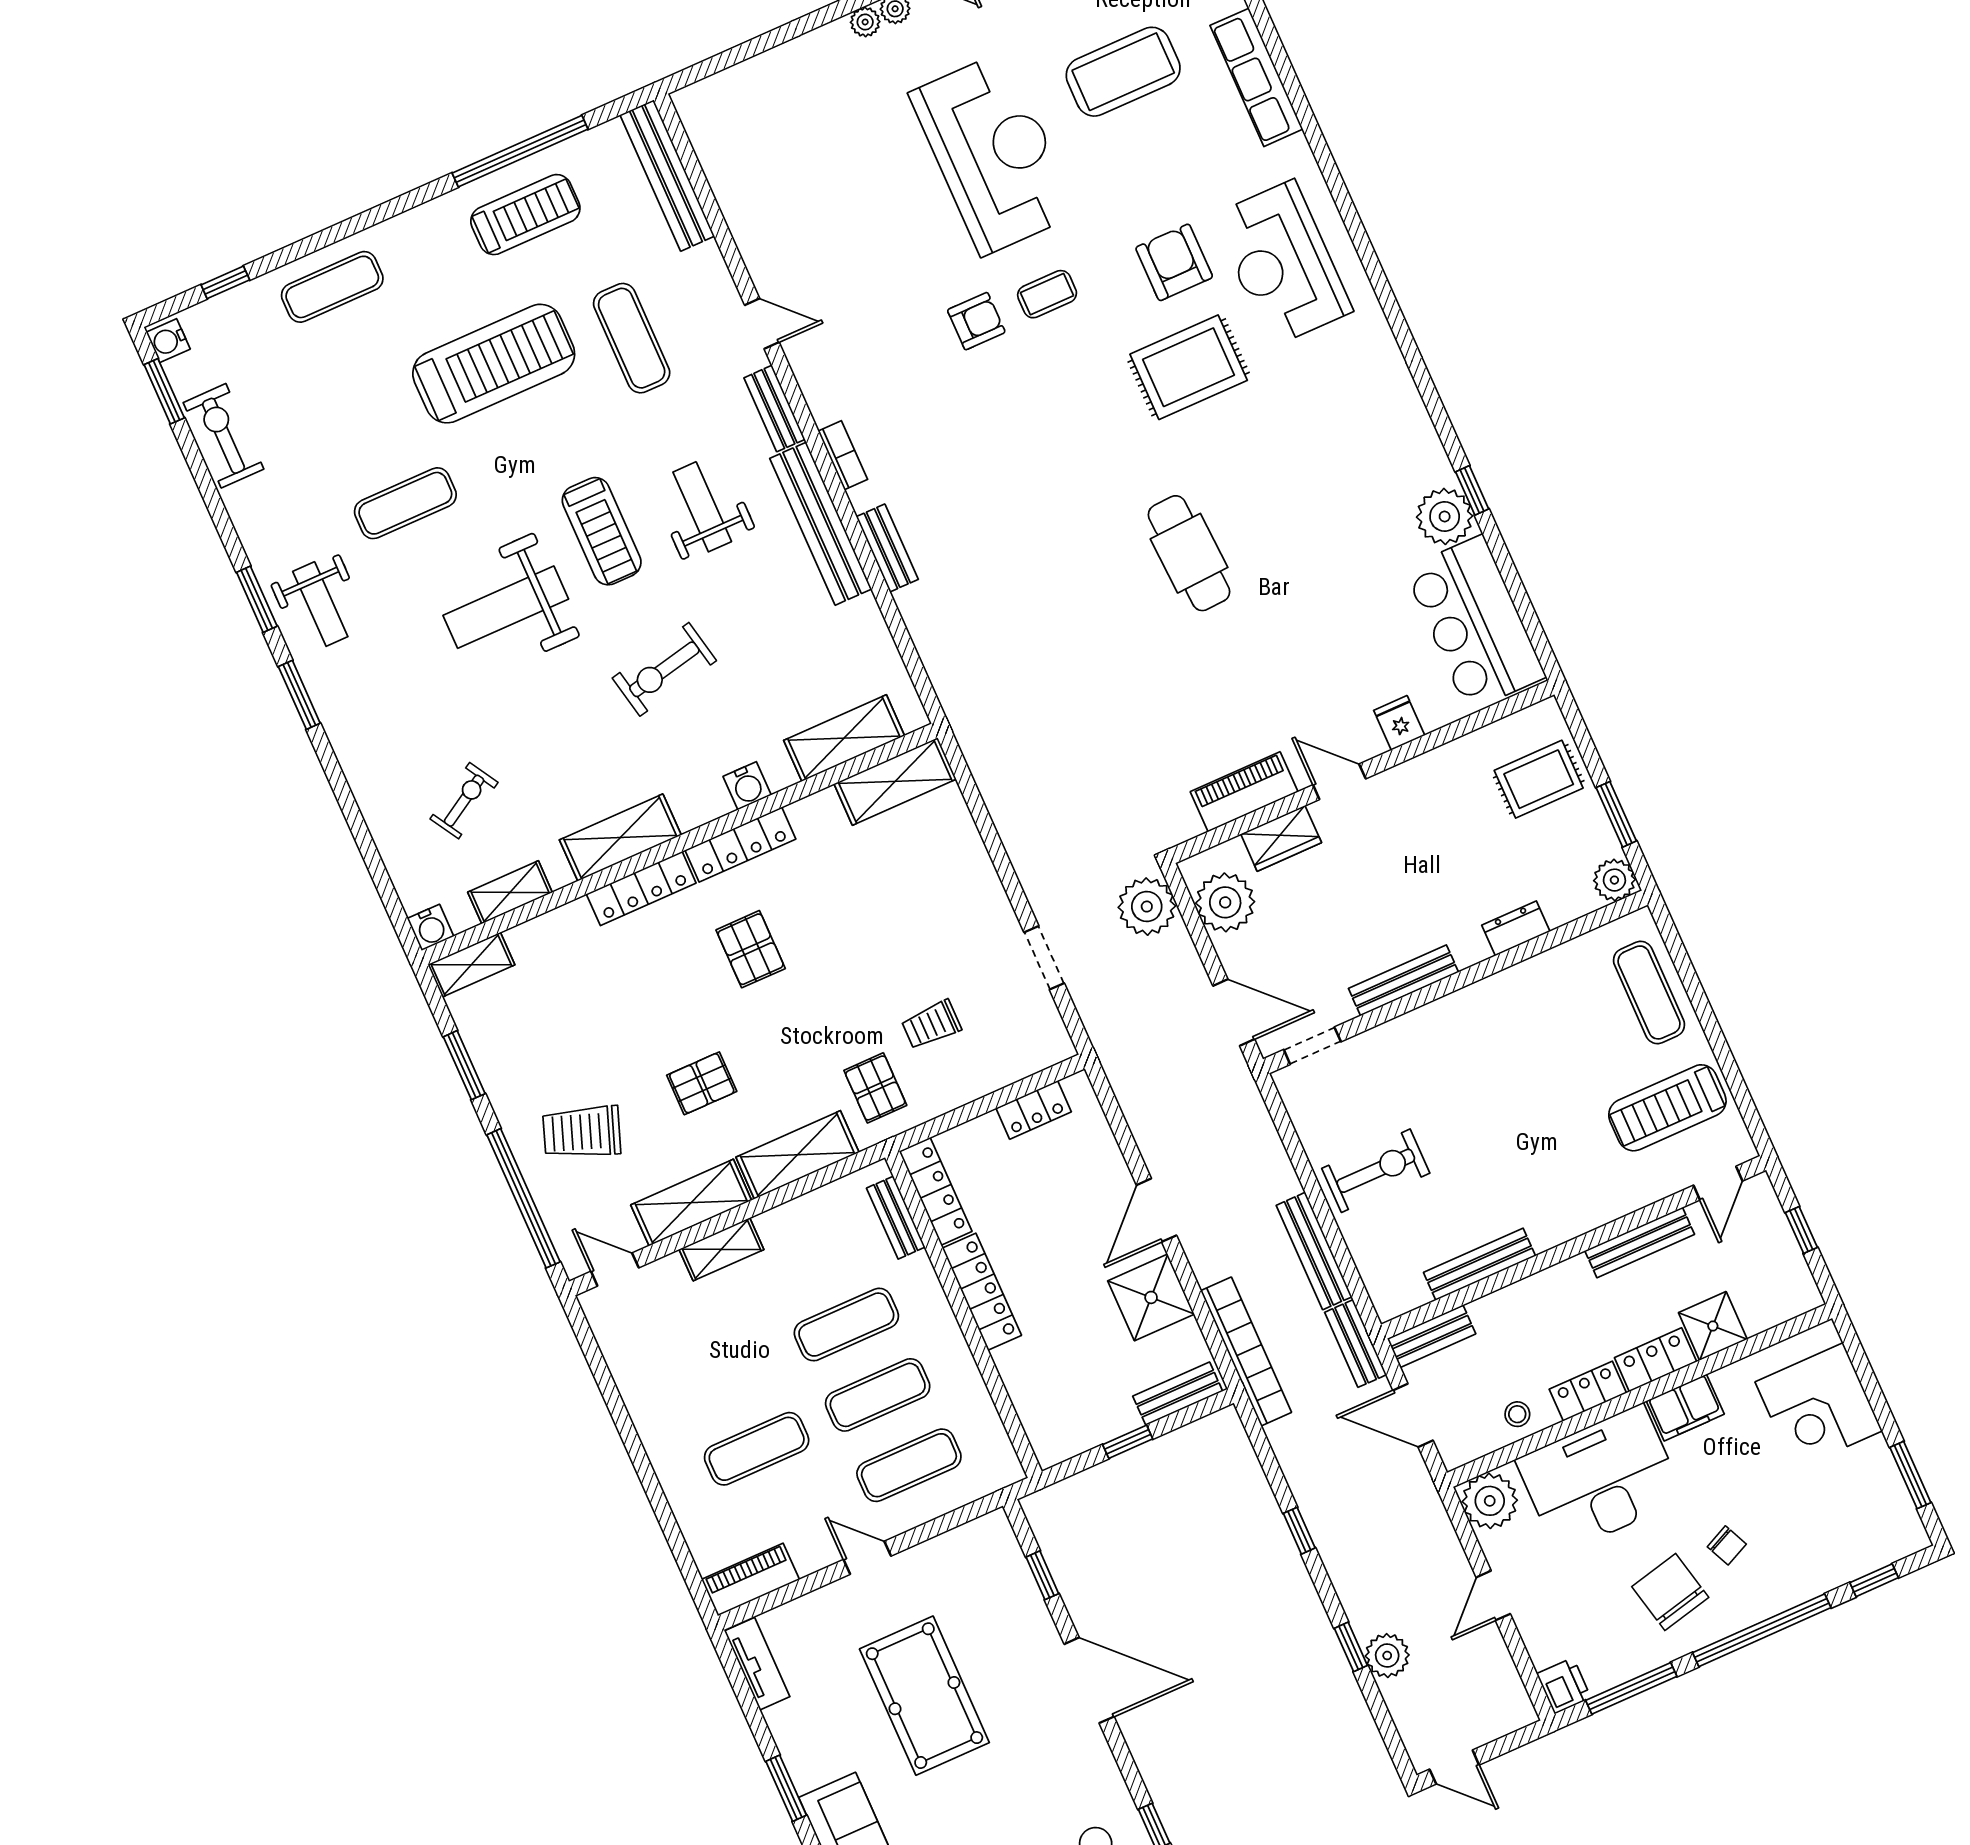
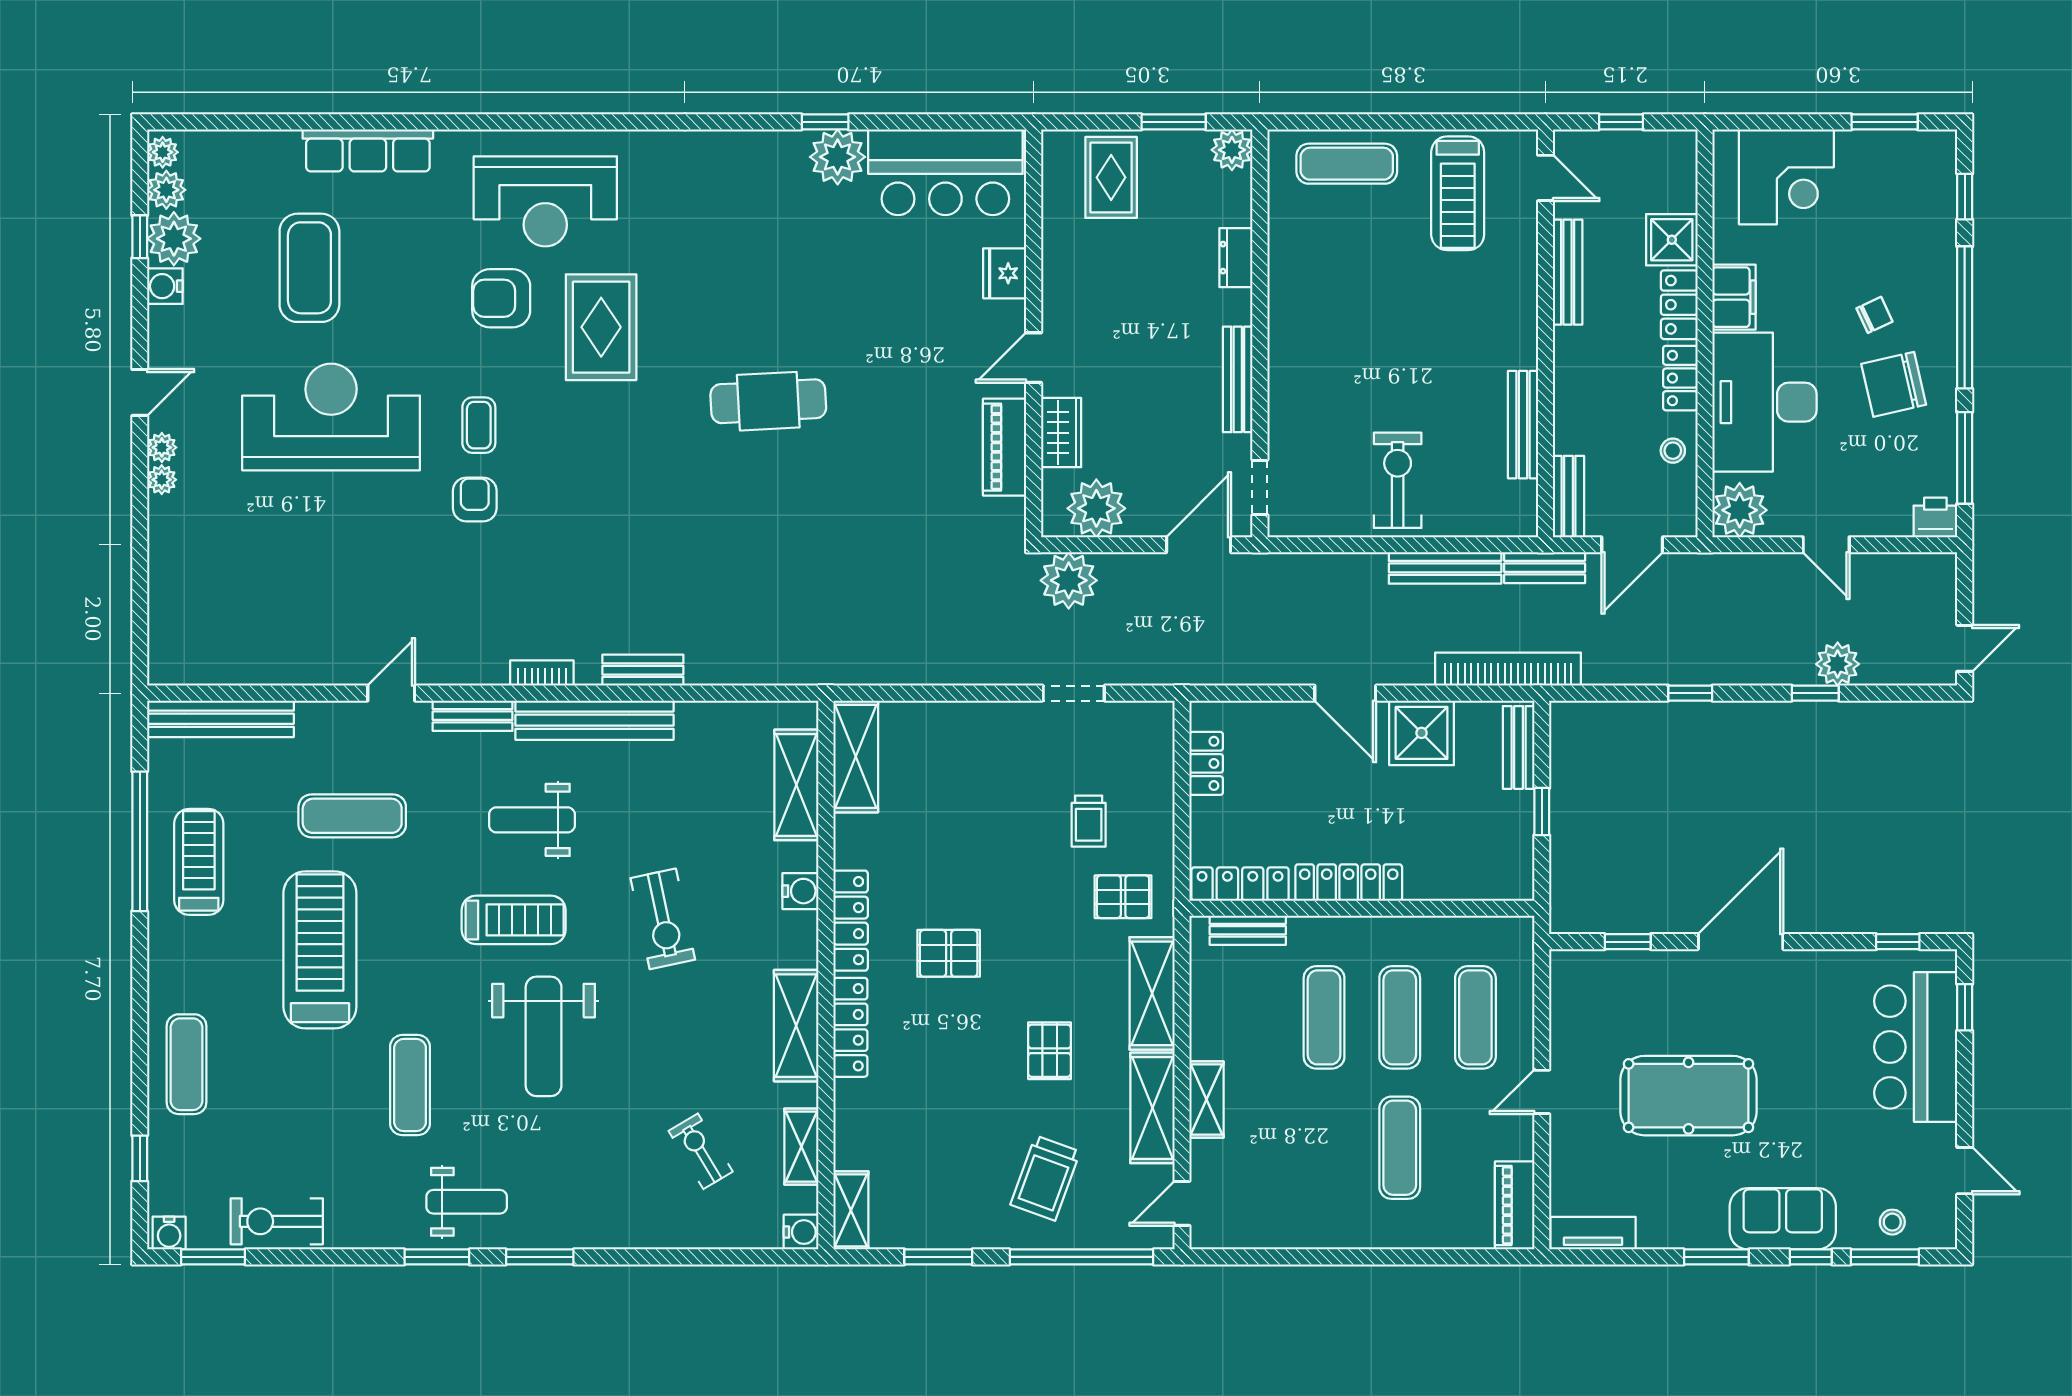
fridge: (1399, 723) -> (1005, 273), width x1.38

